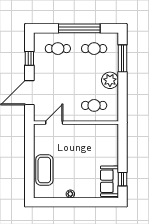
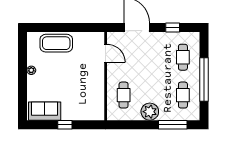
window: (122, 179) -> (65, 125), moved

